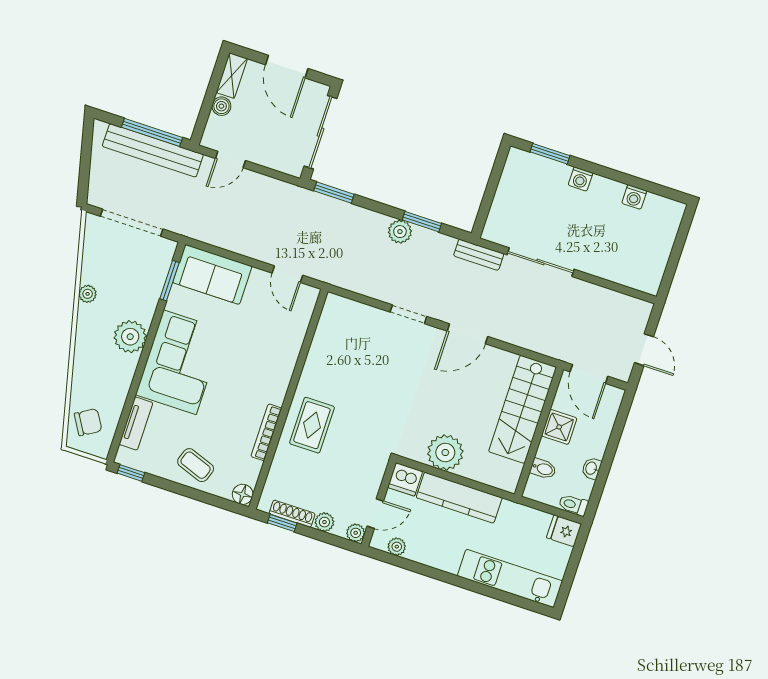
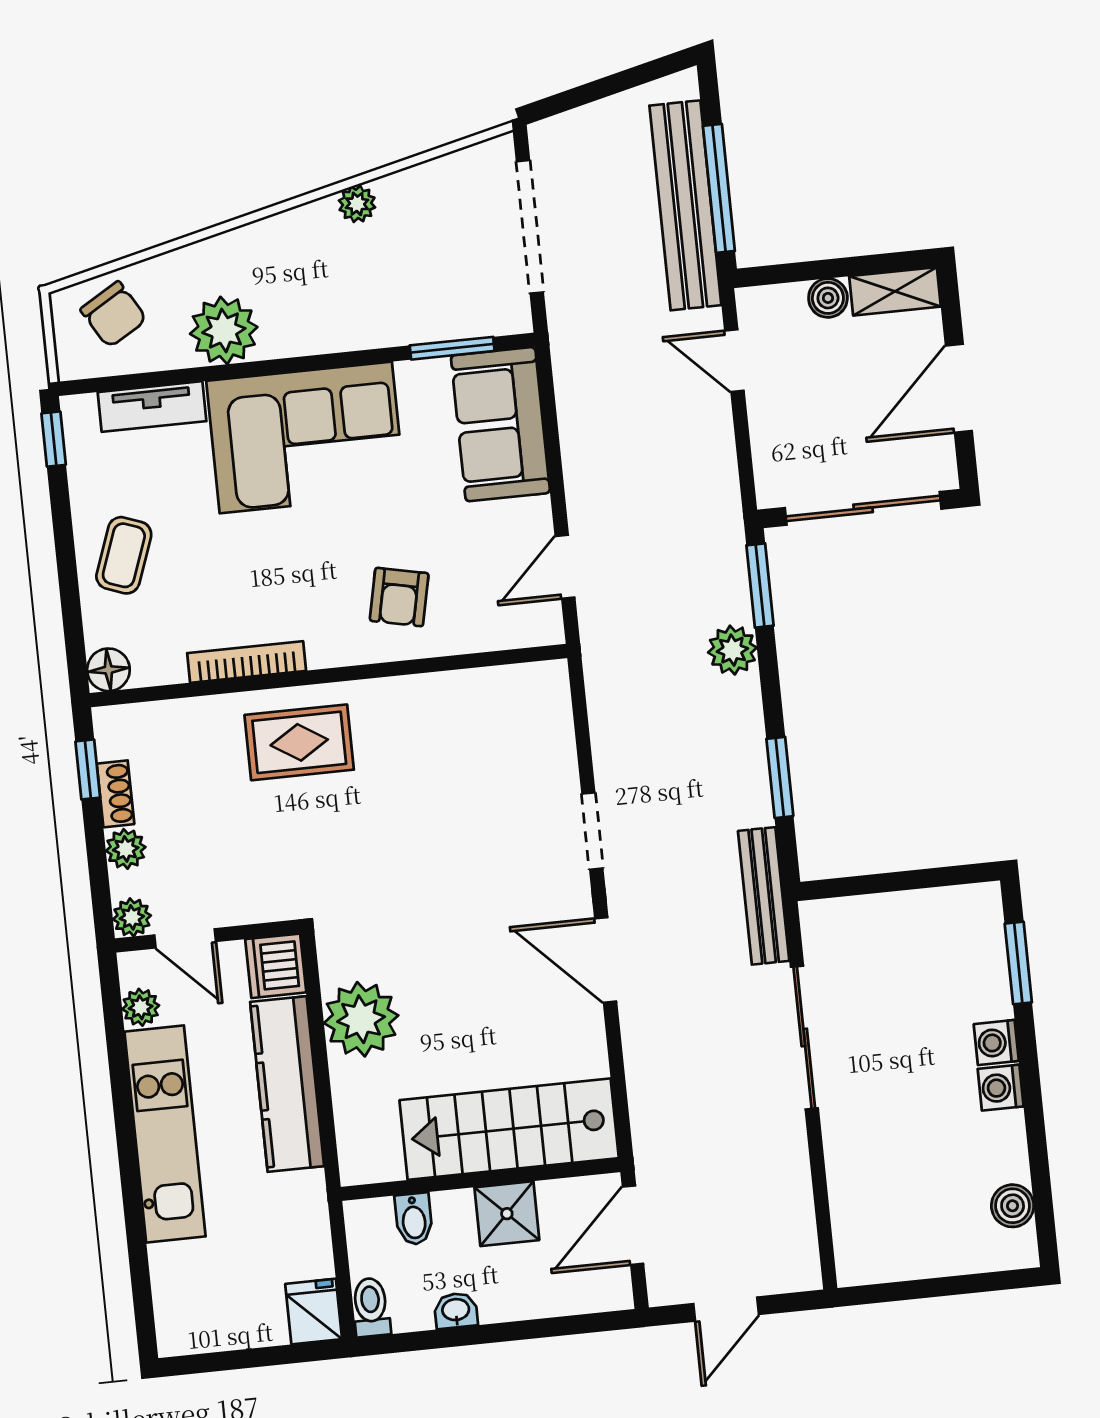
washing machine: (634, 197) -> (1001, 1088), moved
boiler: (655, 204) -> (1013, 1206), added
plant: (400, 232) -> (732, 650), moved
bench: (479, 255) -> (764, 896), width x1.36
plant: (130, 337) -> (224, 330), moved
armchair: (268, 353) -> (399, 597), added
shoe rack: (292, 514) -> (116, 794), width x0.70
kitchen unit: (510, 578) -> (165, 1134), moved

